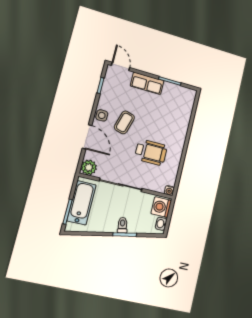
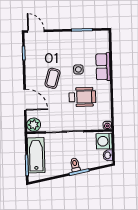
row of seats: (147, 83) -> (103, 67), moved, turned 90
side table: (102, 115) -> (78, 69), moved

